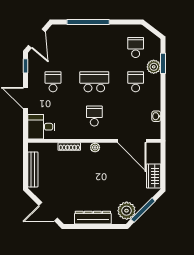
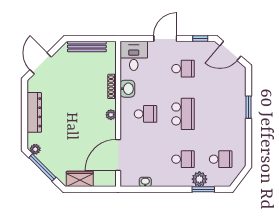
window: (88, 22) -> (249, 107), width x0.47
washbasin: (71, 133) -> (127, 89), added
plant: (127, 211) -> (35, 149), width x0.53, depth x0.53

